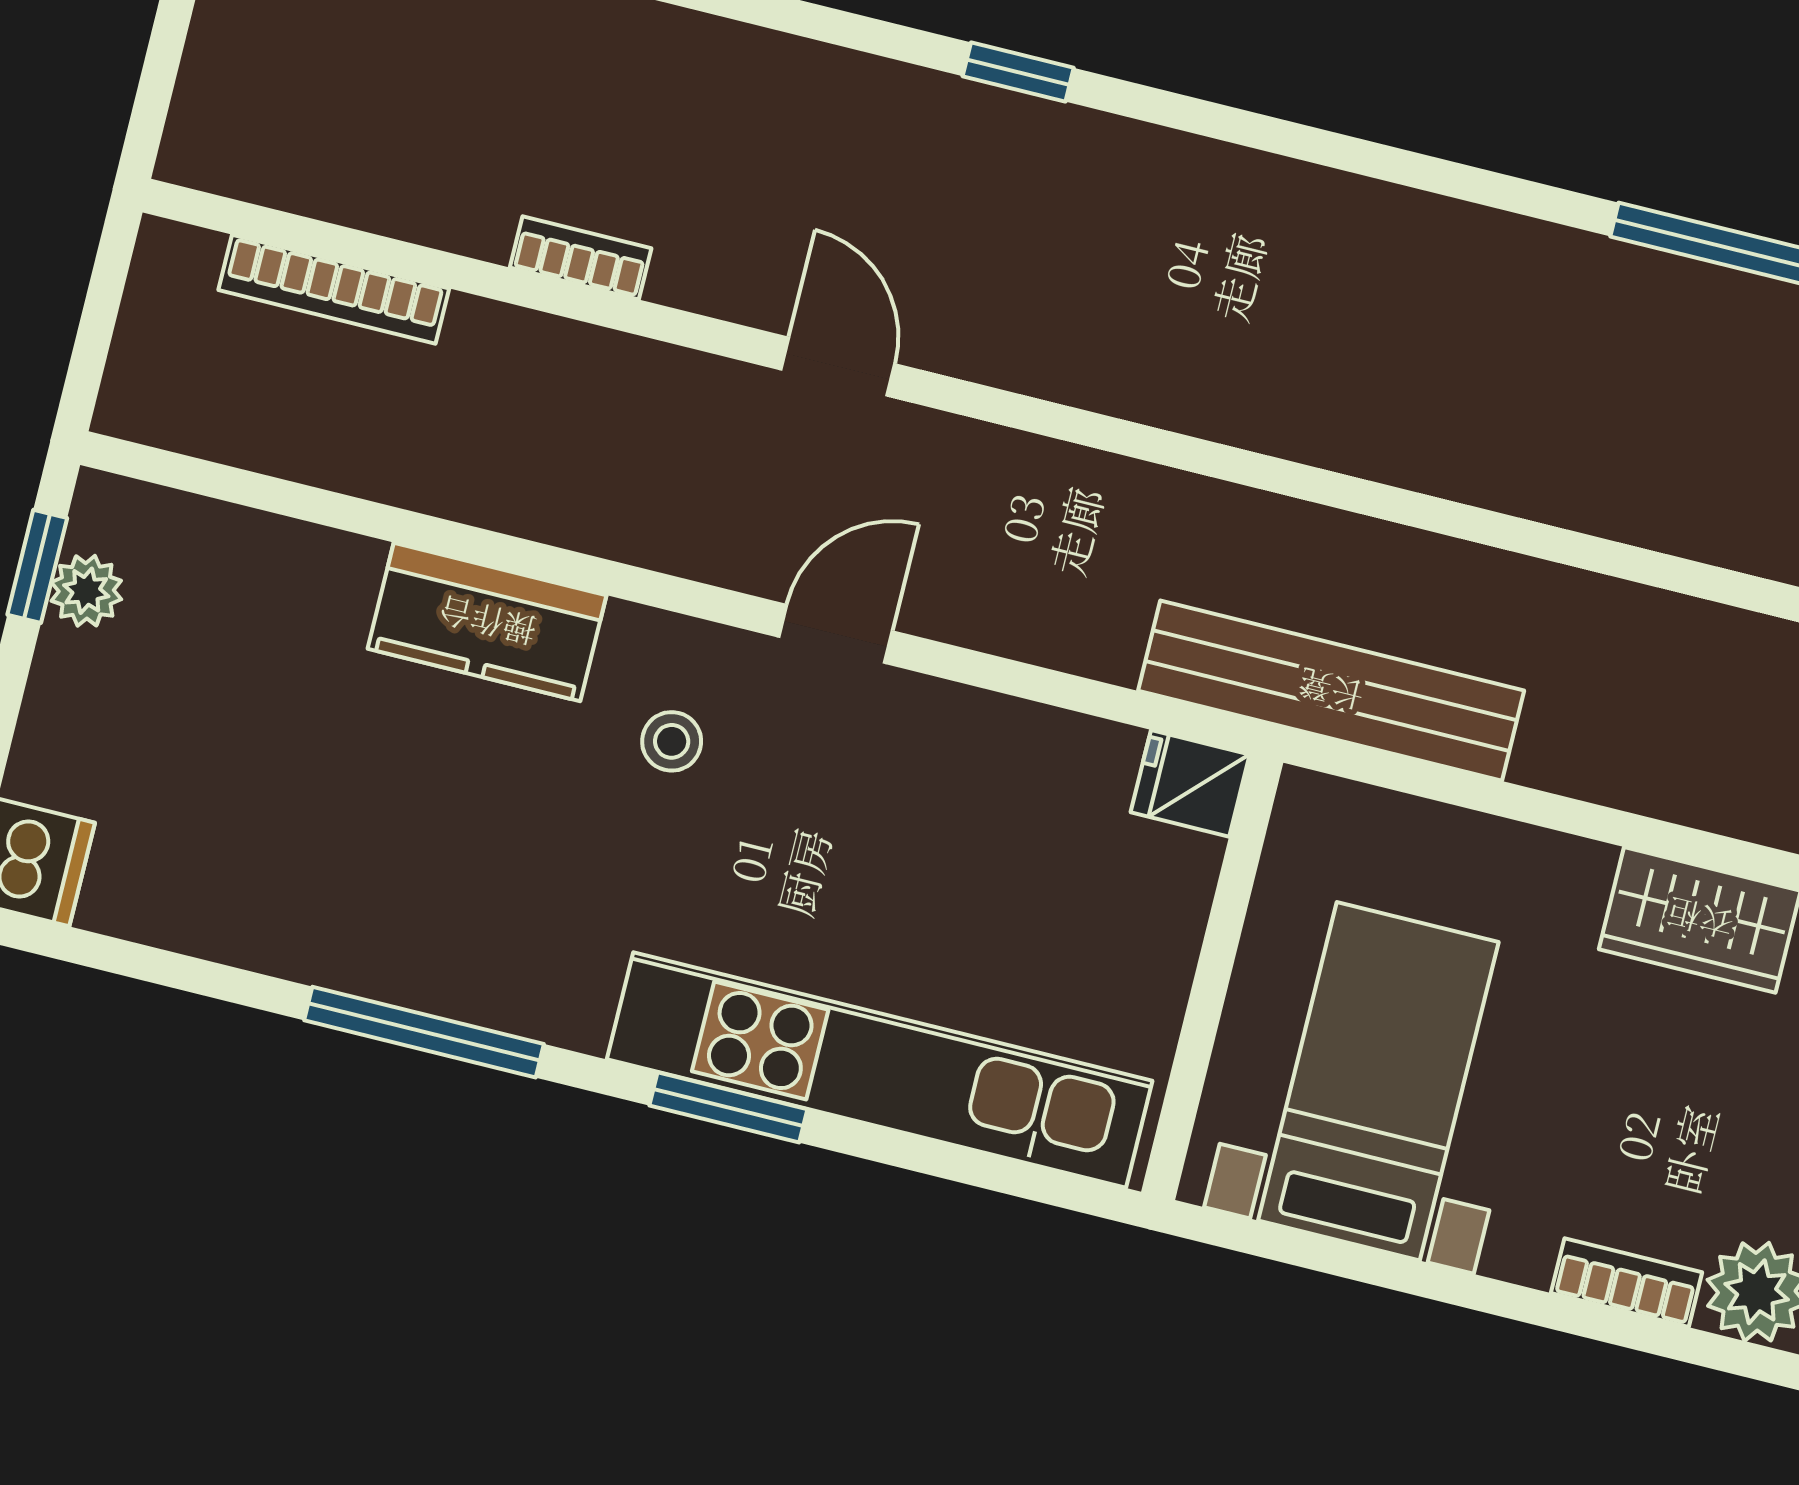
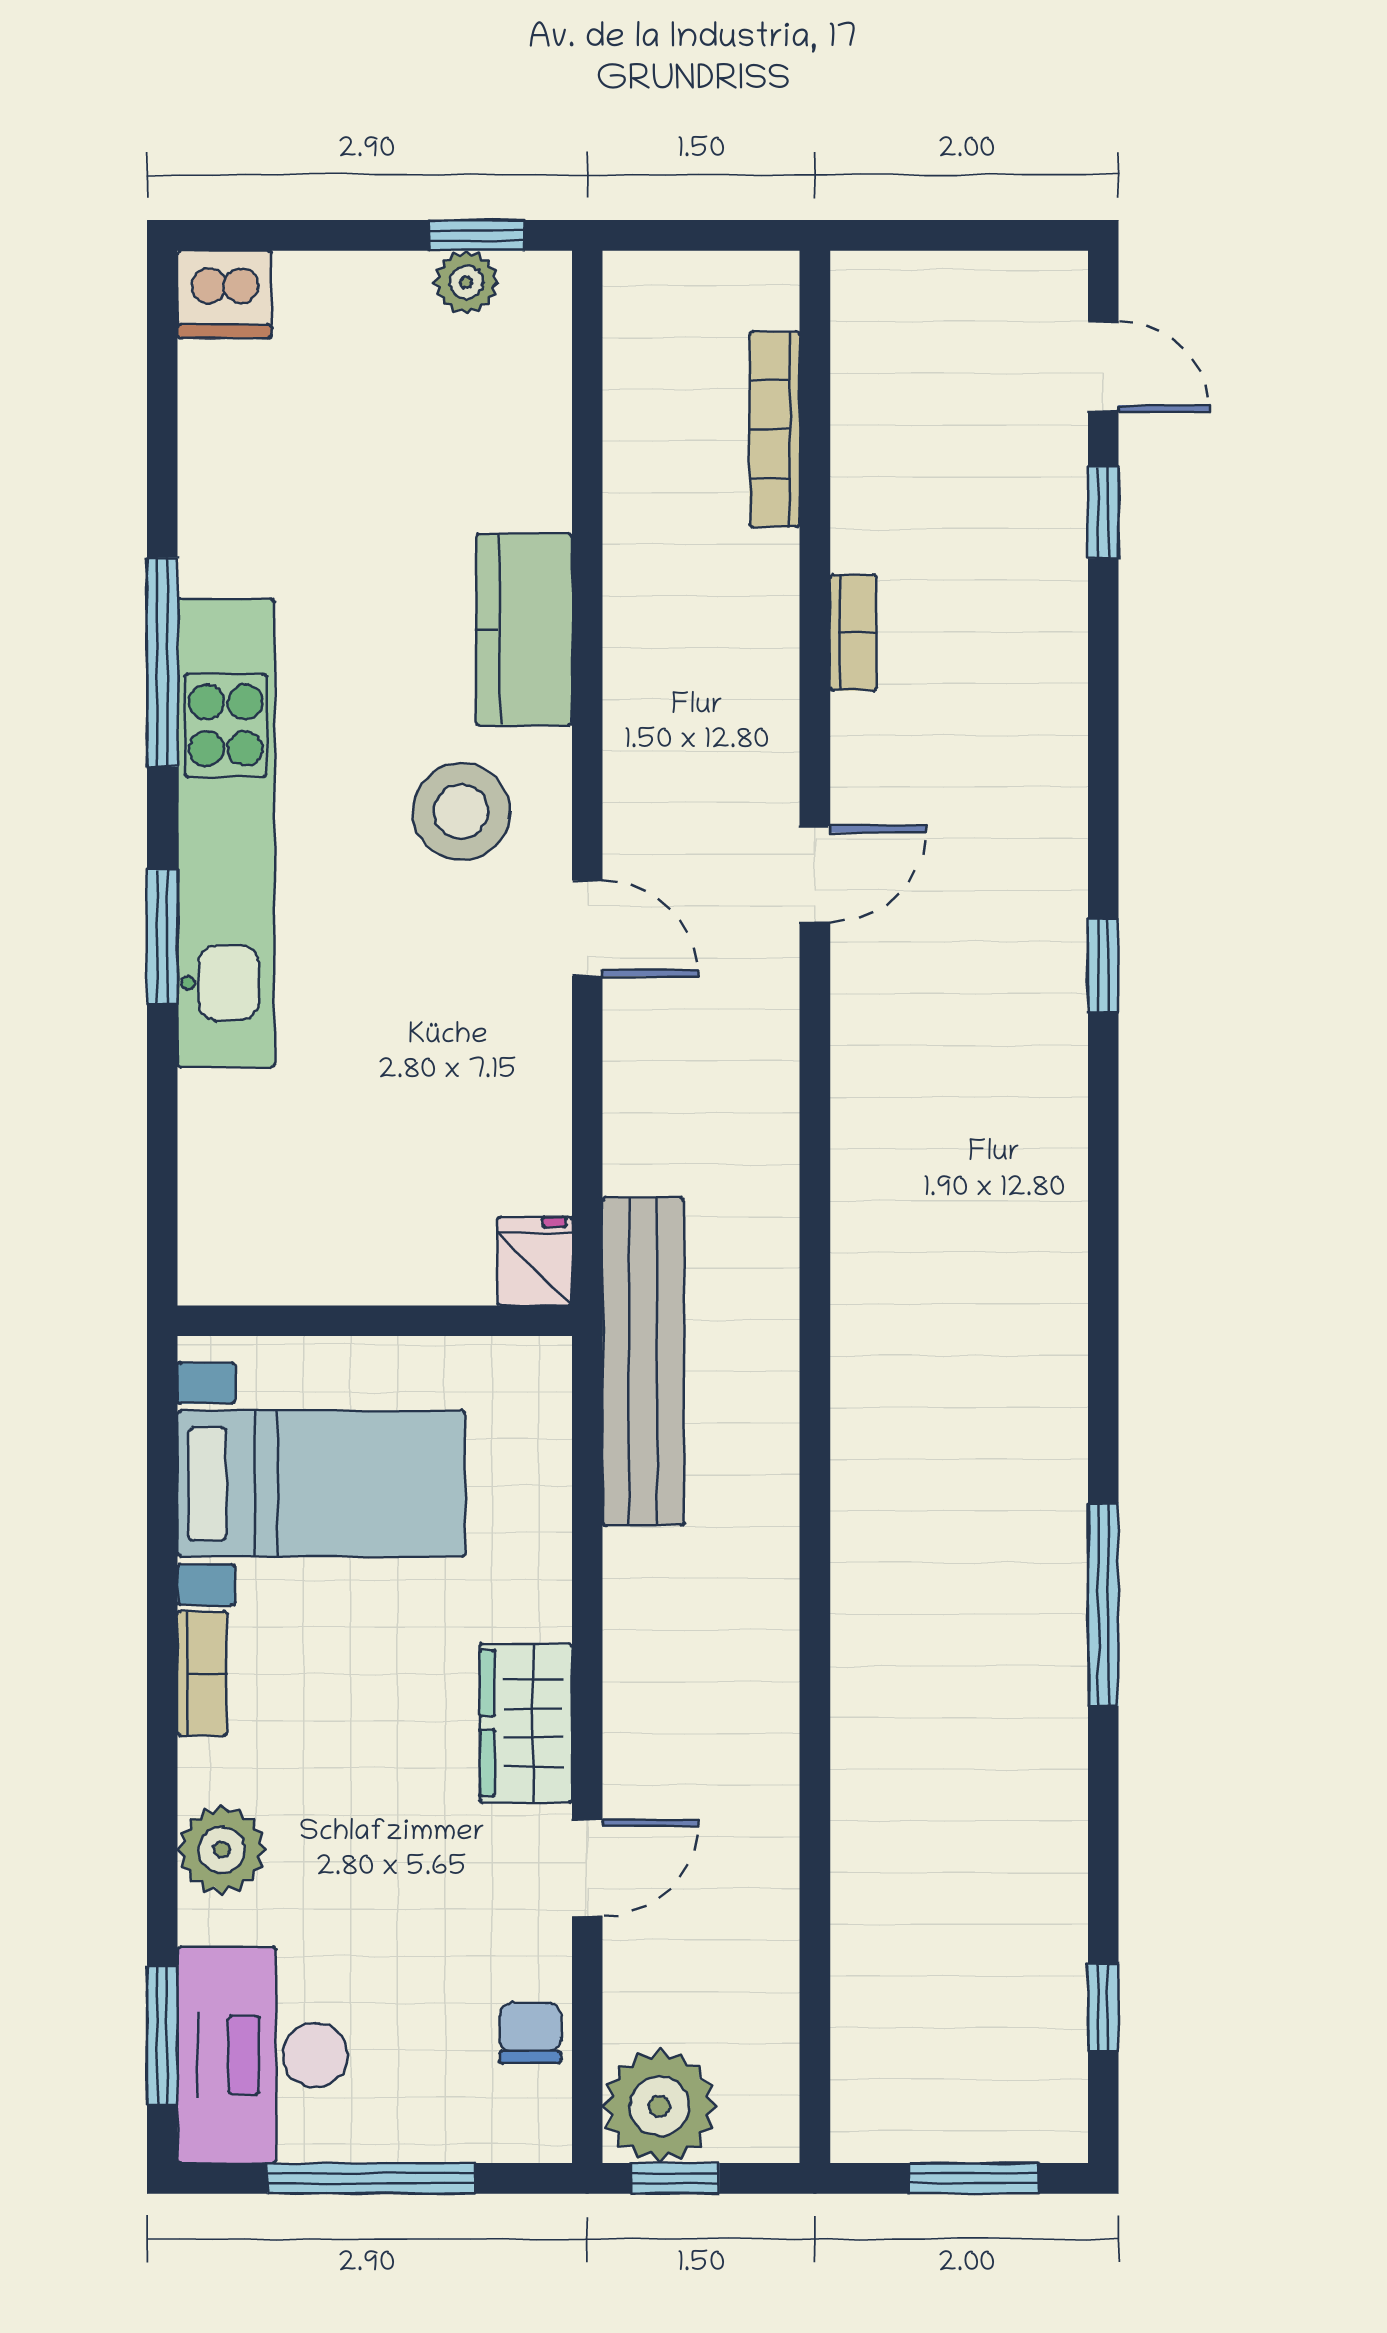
stool: (672, 741) -> (461, 812), width x1.89, depth x1.89
kitchen unit: (880, 1070) -> (226, 833), moved
bookcase: (1627, 1283) -> (202, 1673), moved

